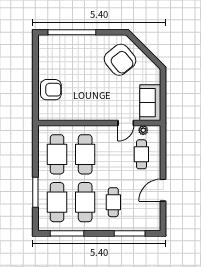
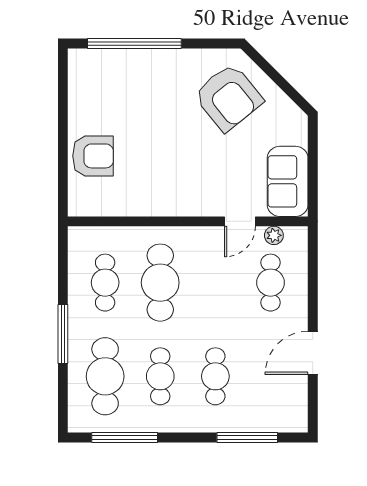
cafe table: (57, 154) -> (105, 283), width x0.73, depth x0.74
window: (35, 192) -> (63, 334), moved
cafe table: (85, 202) -> (160, 376), width x0.73, depth x0.74

